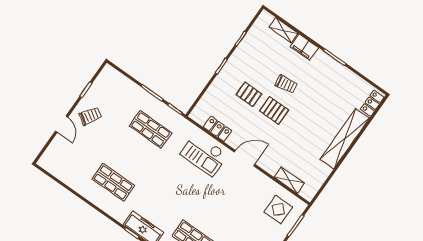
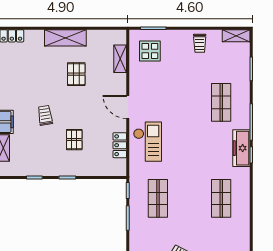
pallet: (274, 110) -> (76, 74), moved
shelving: (345, 139) -> (65, 38), width x0.68

